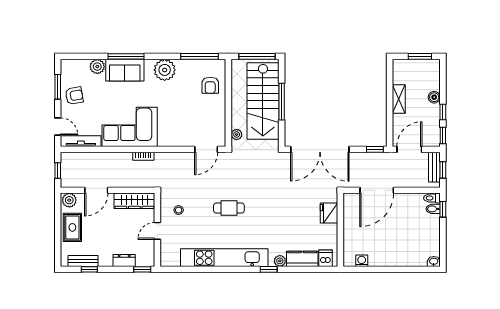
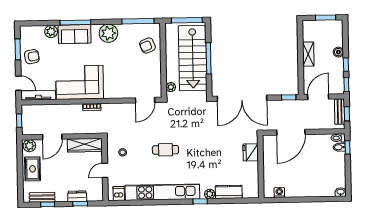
armchair: (210, 85) -> (147, 46), turned 68
dishwasher: (325, 258) -> (119, 194), moved
window: (142, 269) -> (80, 204), moved

